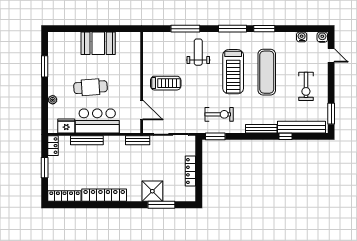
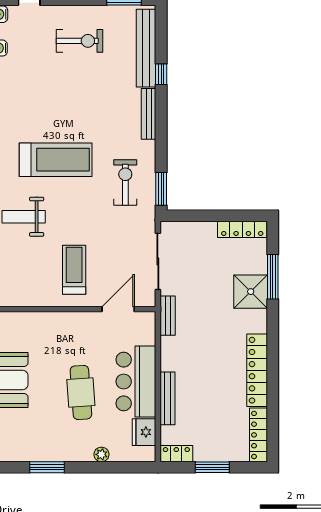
exercise mat: (267, 72) -> (56, 105), removed
locker: (190, 171) -> (242, 229), moved

